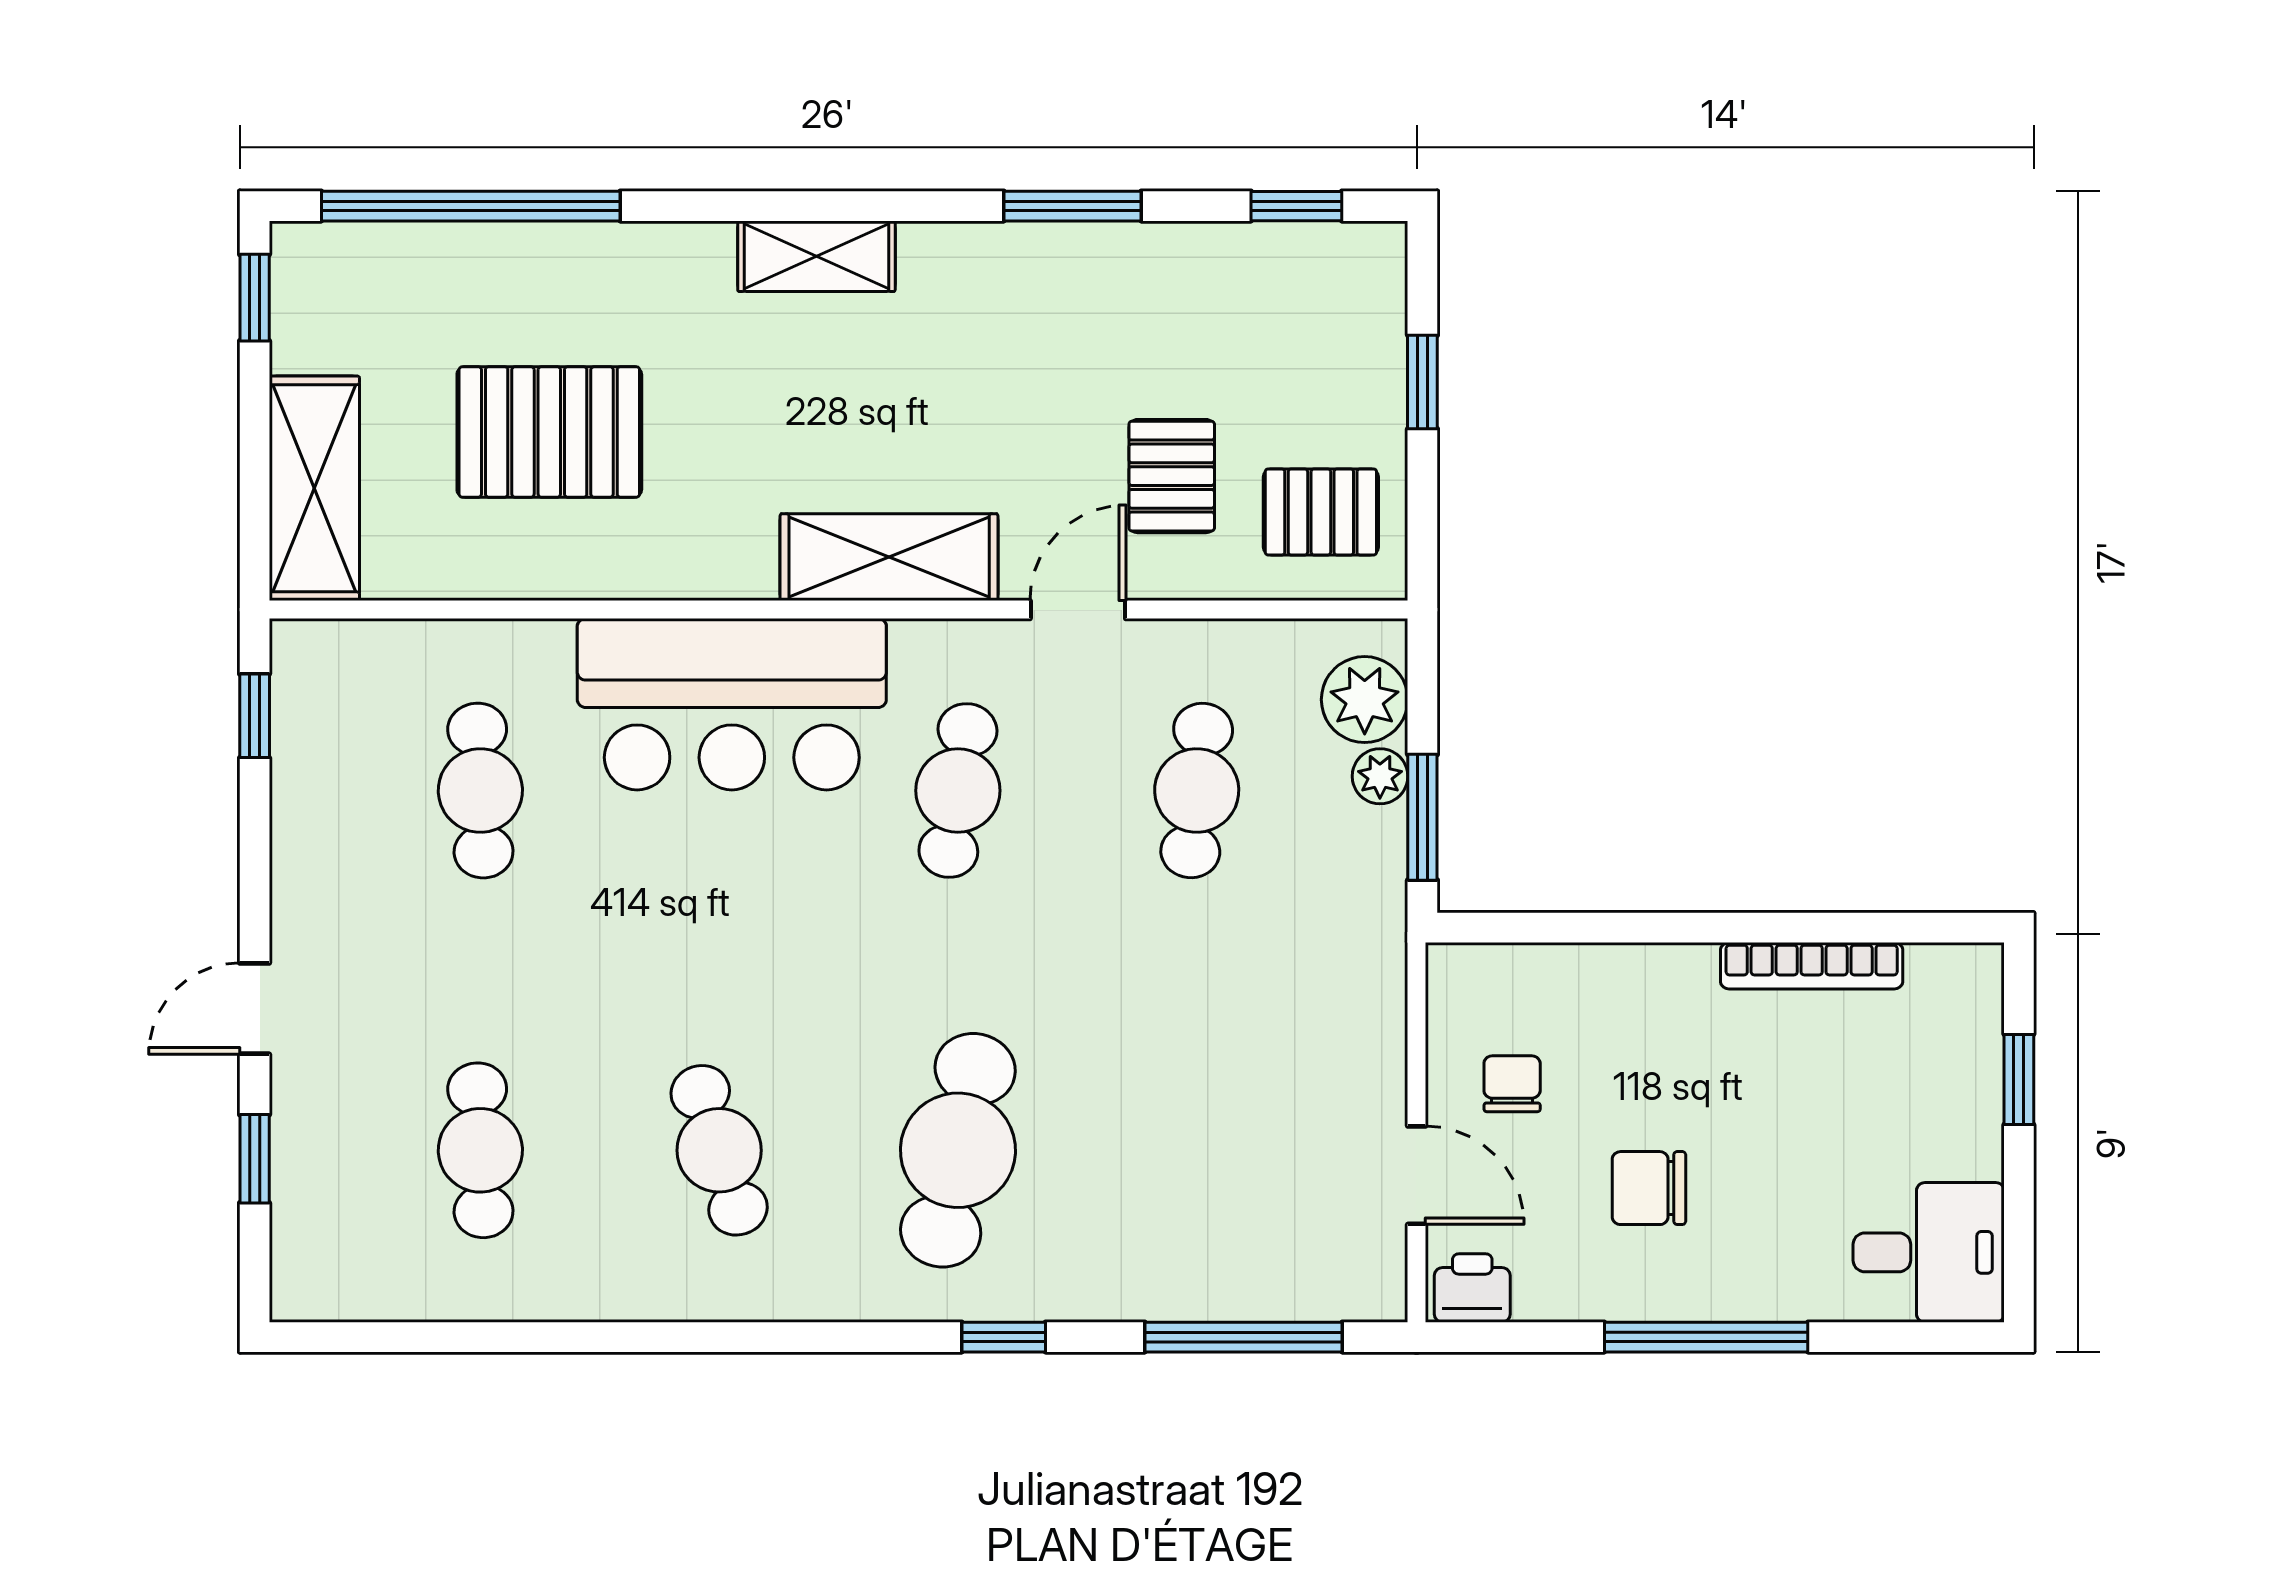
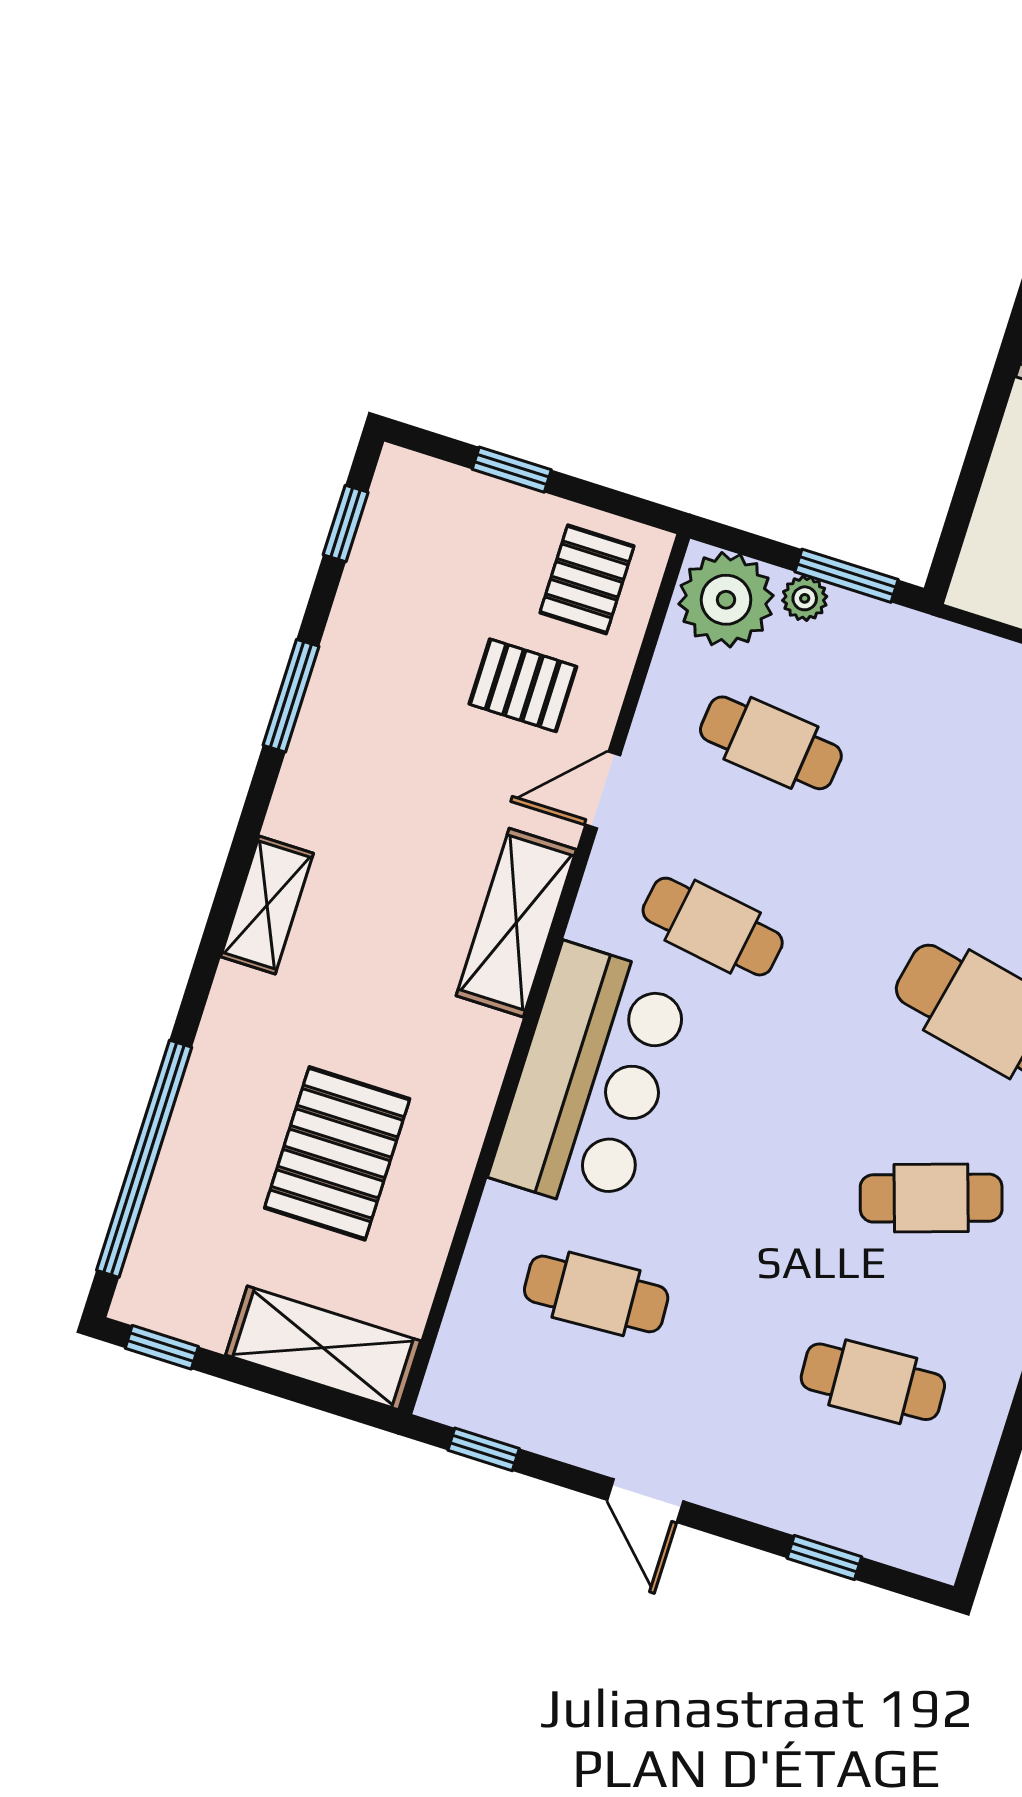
door: (1078, 610) -> (603, 790), hinge flipped
plant: (1365, 700) -> (726, 600), width x1.36, depth x1.36
door: (255, 1009) -> (645, 1501), moved

